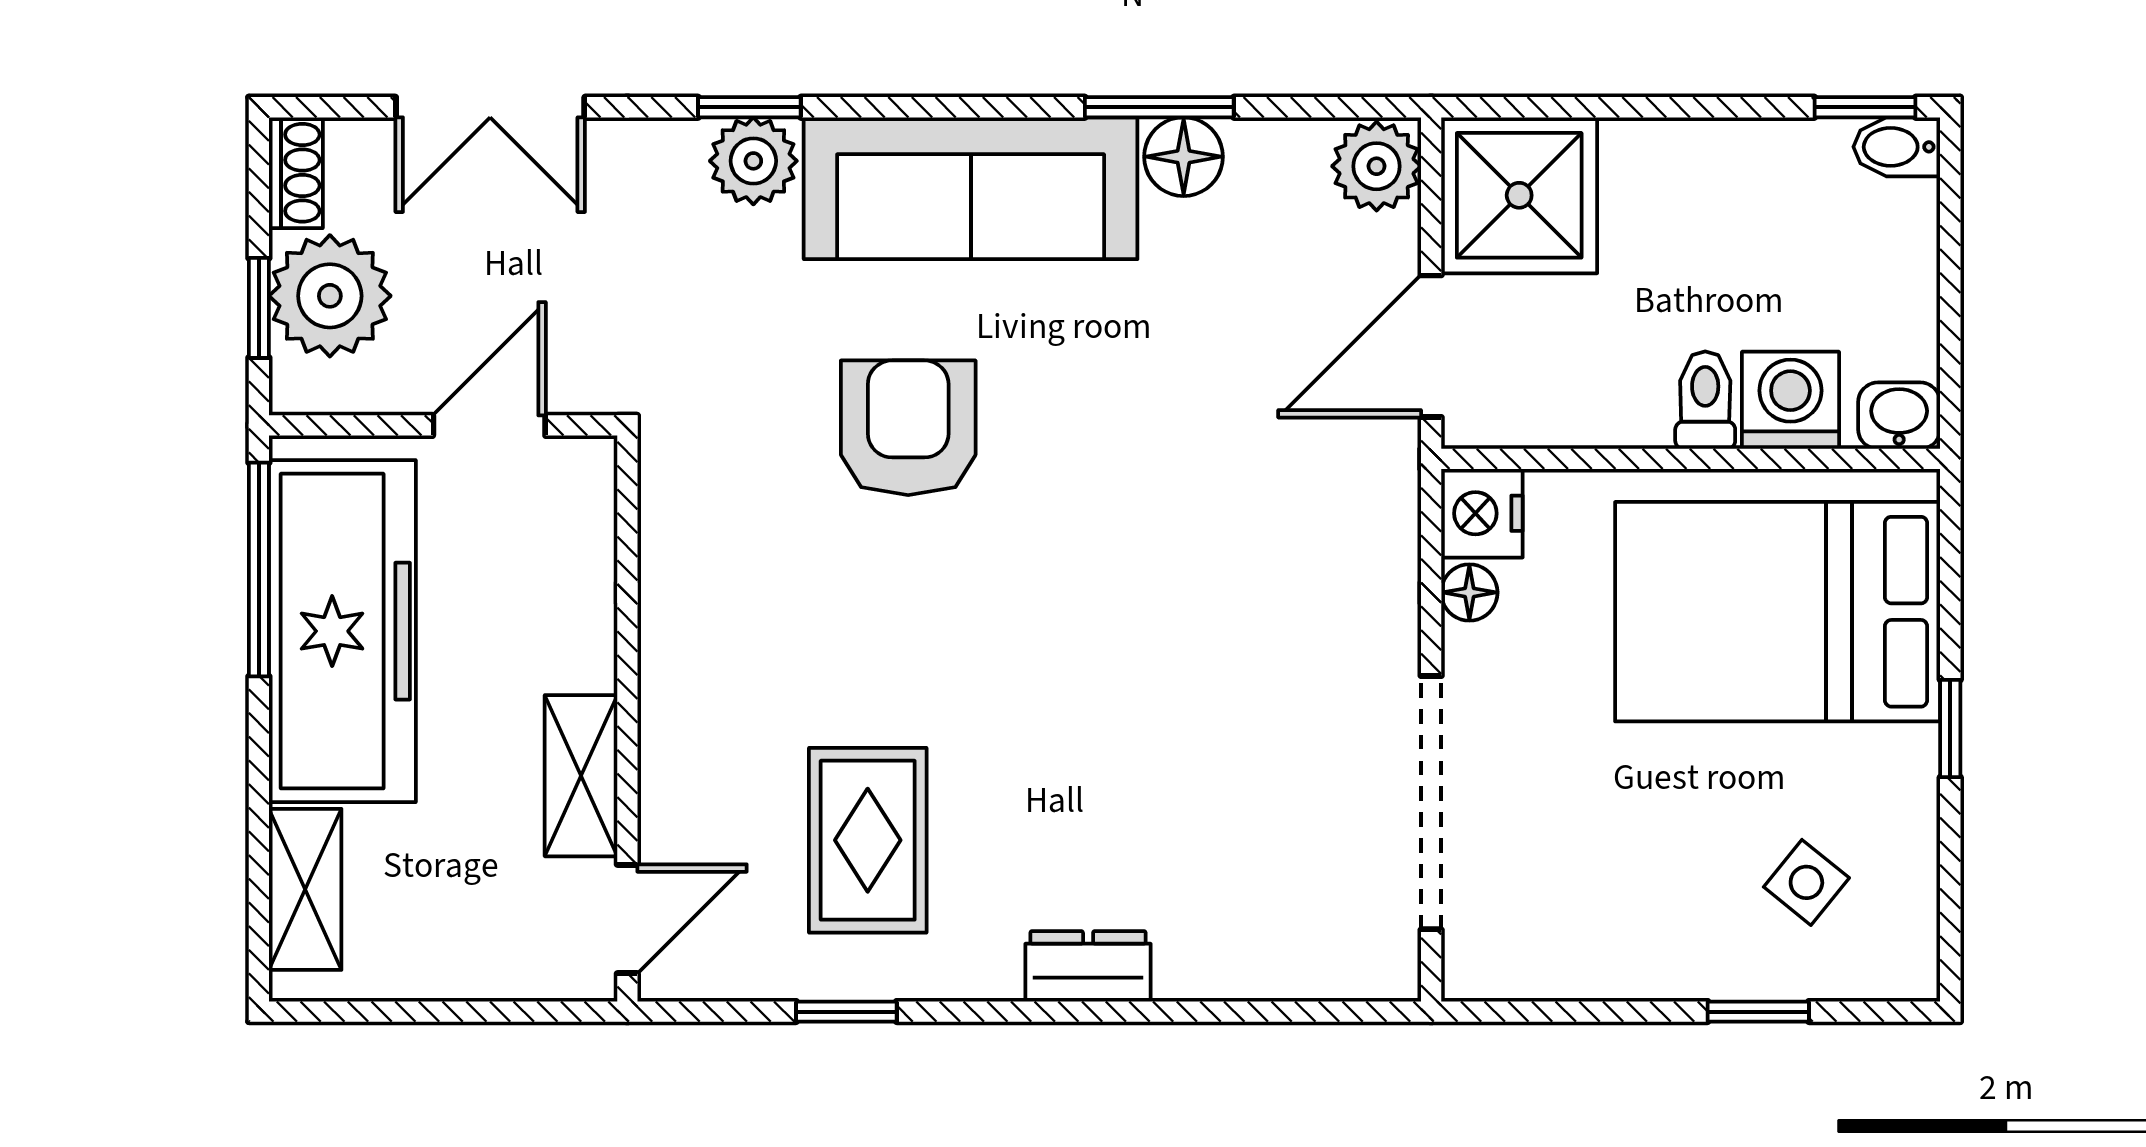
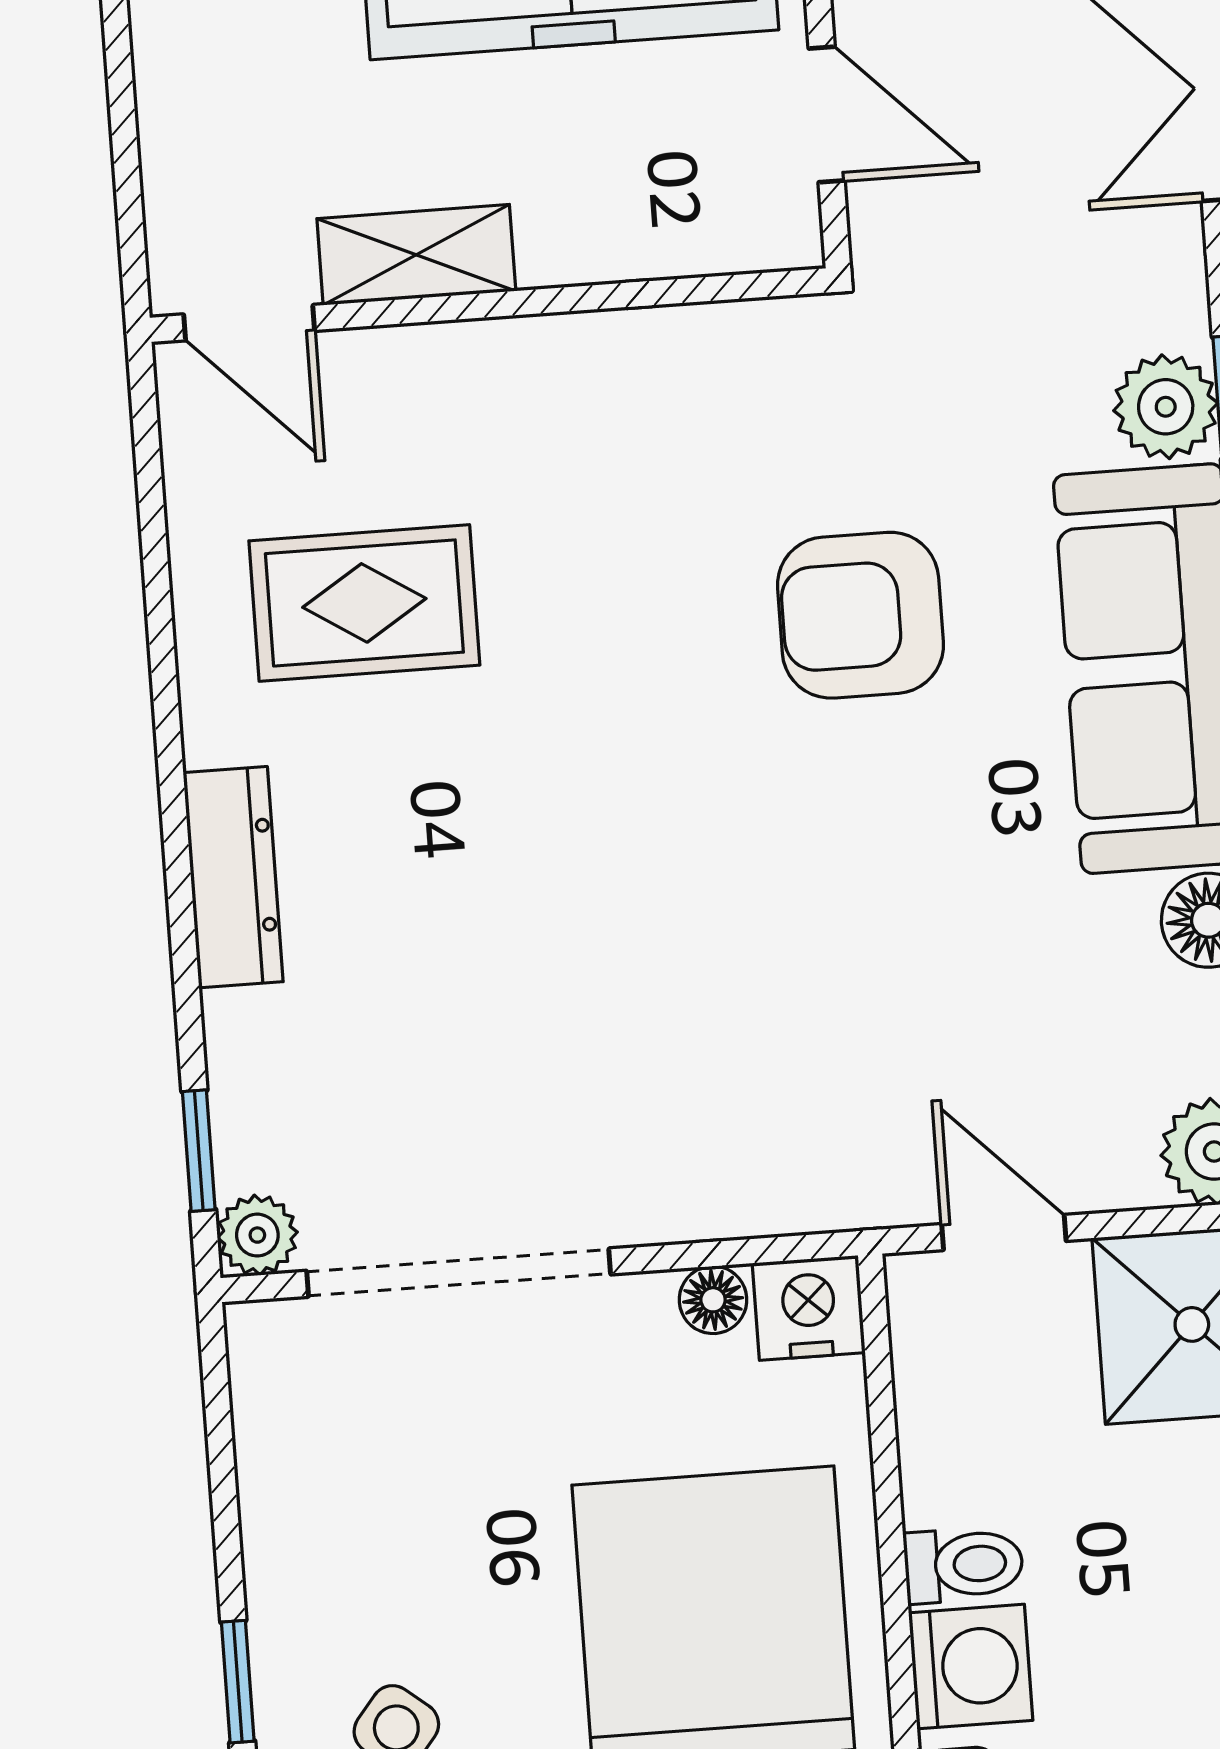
door: (1431, 346) -> (1004, 1233), width x0.73
armchair: (908, 428) -> (860, 615), turned 180
dresser: (1088, 966) -> (233, 877), width x1.44
plant: (1388, 968) -> (257, 1235), added
window: (846, 1012) -> (199, 1151), moved

